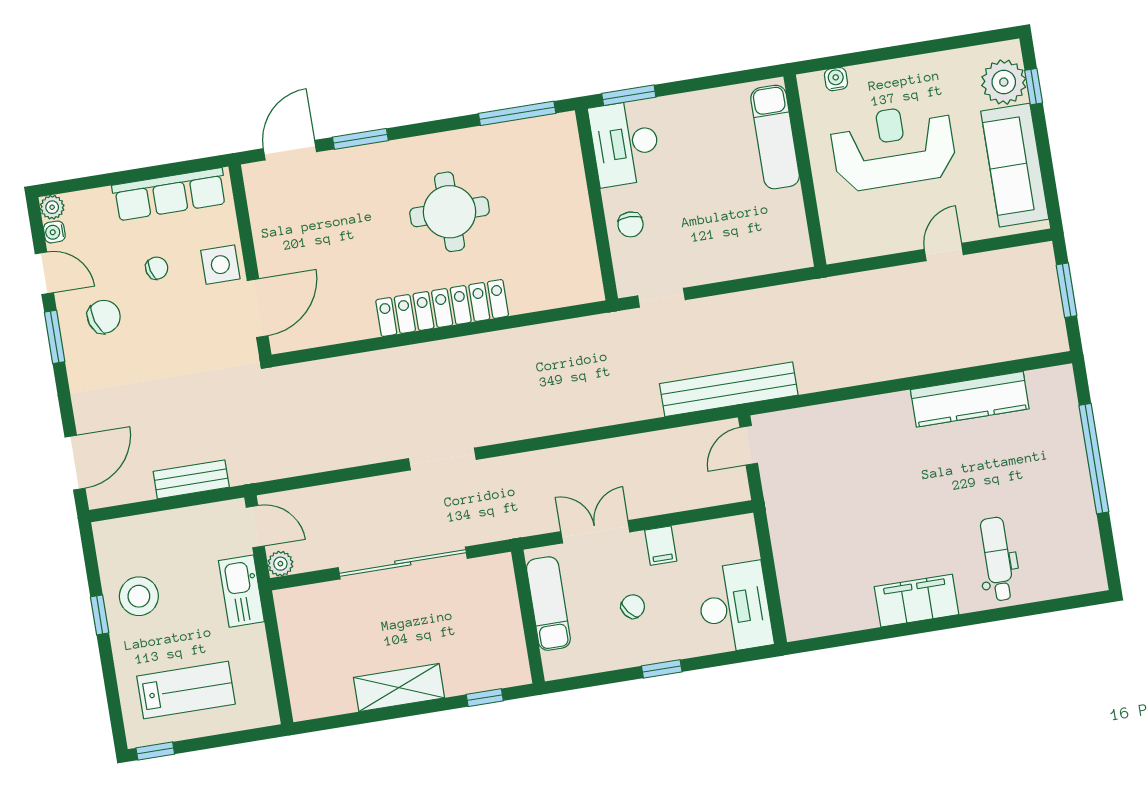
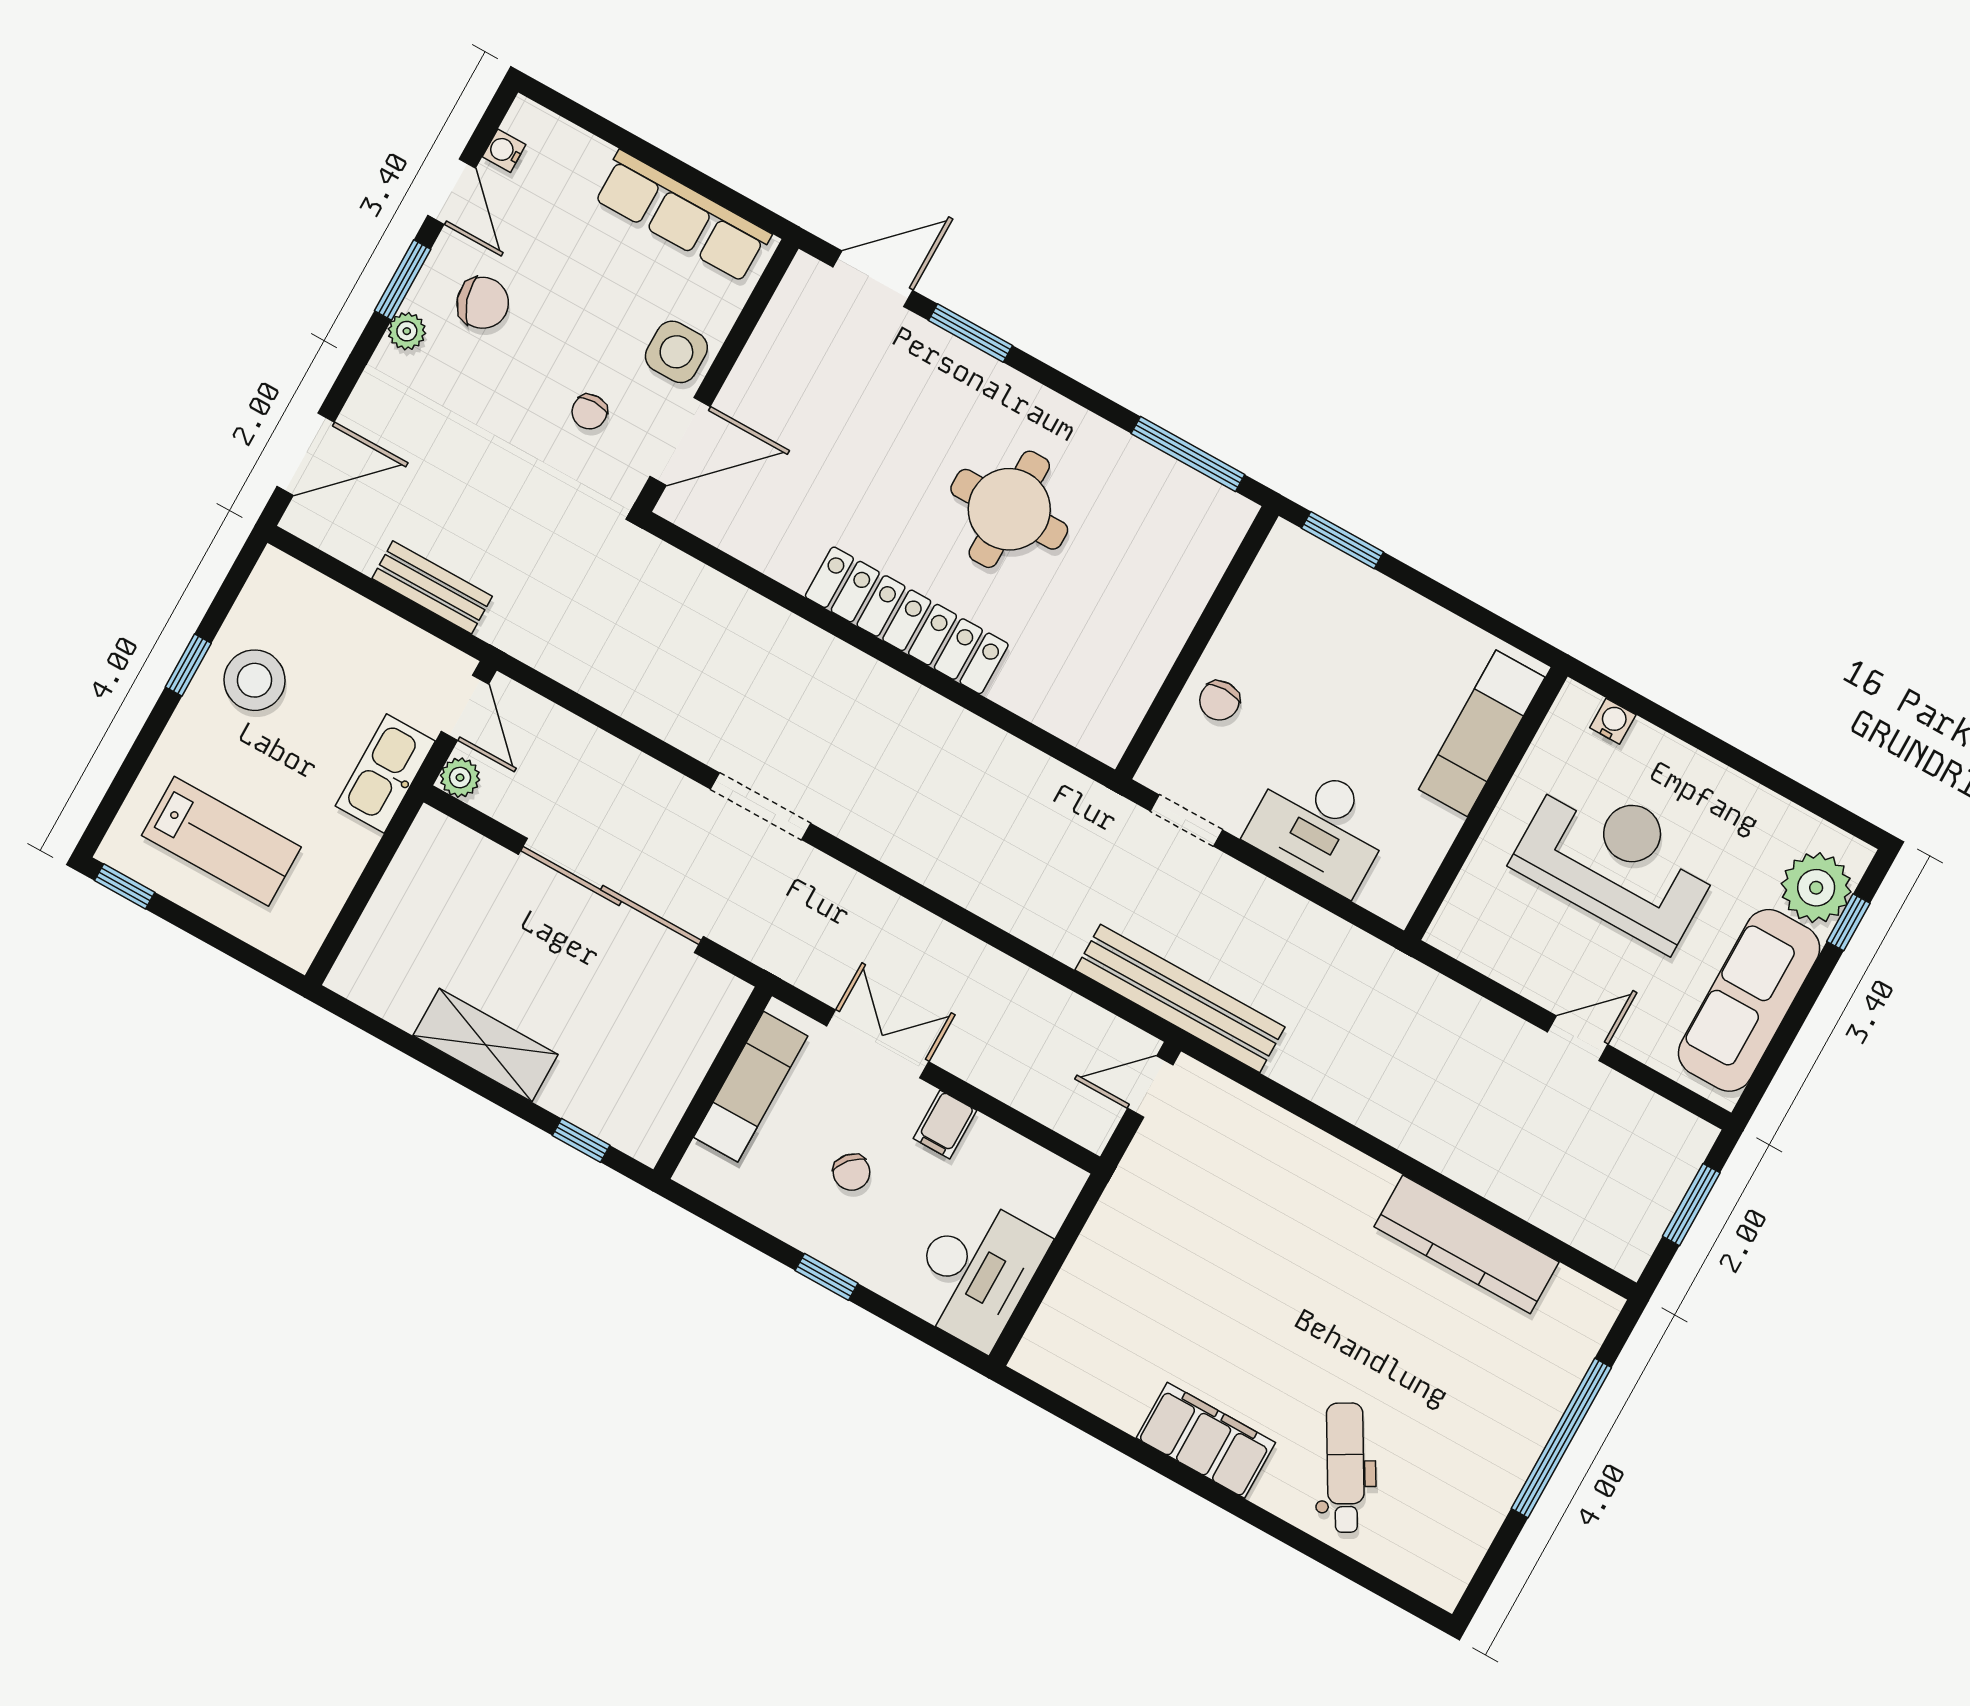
desk: (625, 143) -> (1320, 827), moved, turned -90
plant: (52, 207) -> (407, 331), moved
chair: (157, 268) -> (589, 412), moved, turned 105
dental chair: (997, 559) -> (1346, 1468), turned -30
chair: (633, 606) -> (851, 1172), turned 80

